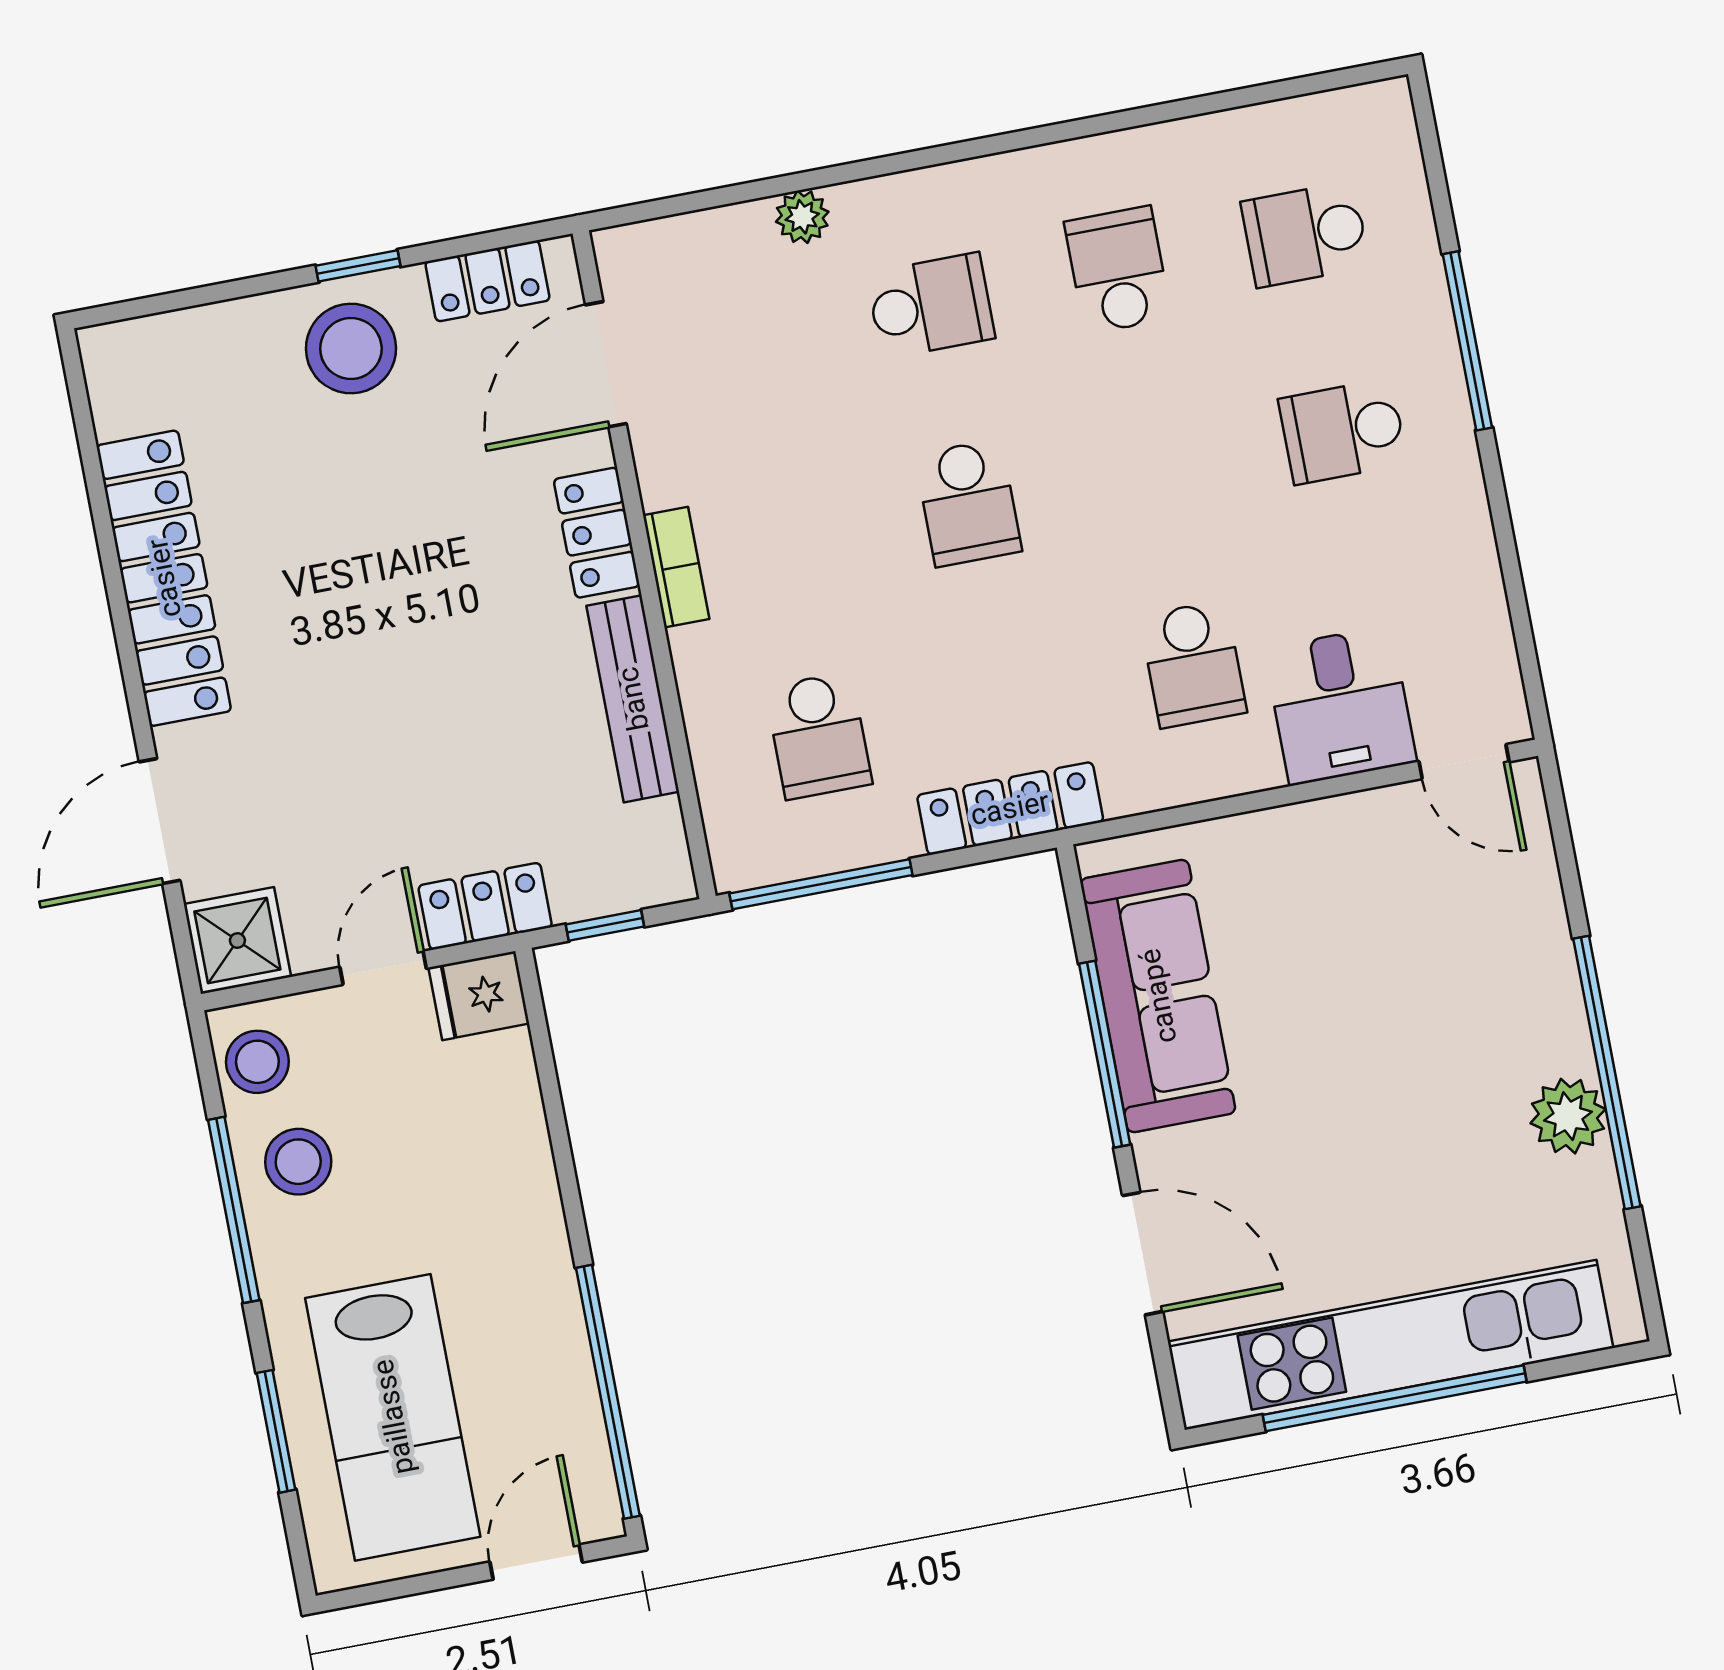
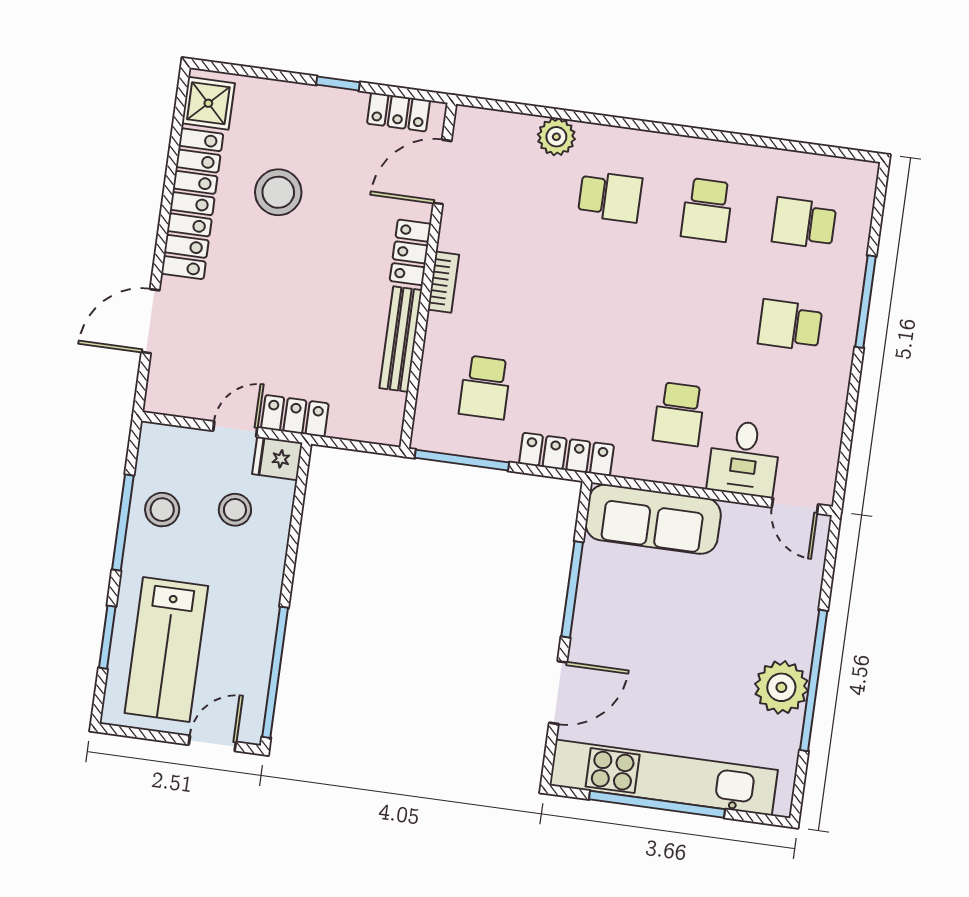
plant: (802, 217) -> (556, 137), width x1.38, depth x1.38
school desk: (1118, 270) -> (707, 210), turned 180
stool: (351, 349) -> (278, 192), moved
school desk: (968, 503) -> (596, 299), removed
window: (605, 925) -> (350, 445), removed
shower: (237, 940) -> (208, 103), moved
sofa: (1158, 996) -> (653, 519), moved, turned 90
stool: (257, 1062) -> (235, 510), moved
plant: (1568, 1116) -> (781, 687), width x1.36, depth x1.36
door: (1143, 1254) -> (558, 693), hinge flipped

